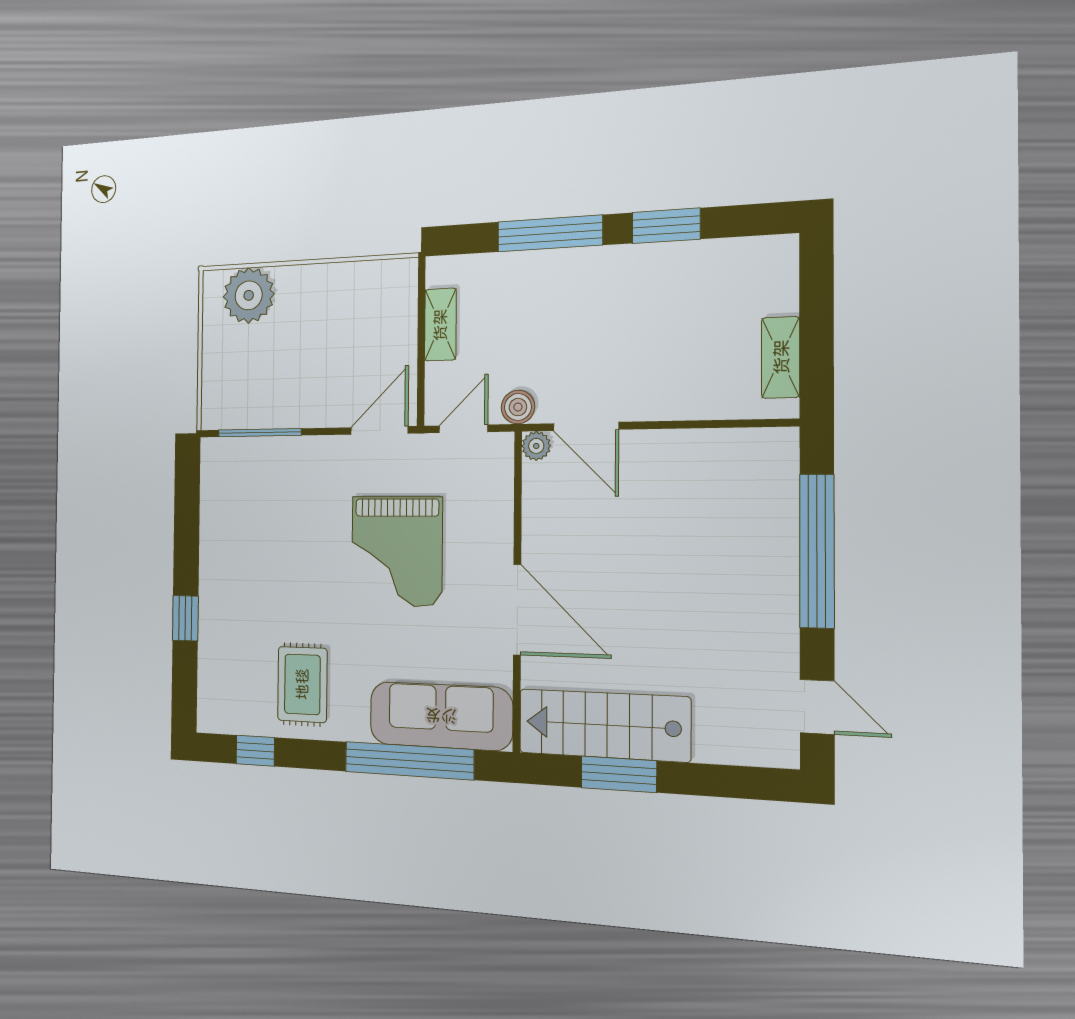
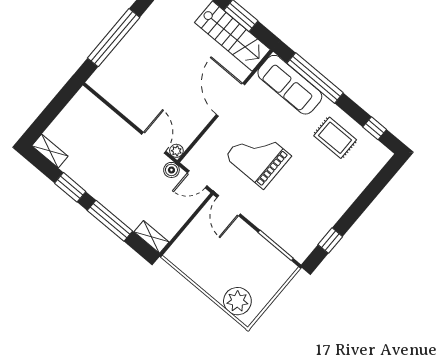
shelving: (440, 325) -> (152, 237), moved, turned 90
shelving: (781, 357) -> (50, 151), moved, turned 90
door: (379, 430) -> (229, 206), hinge flipped
grand piano: (397, 551) -> (258, 156), turned -90
window: (185, 618) -> (330, 241), moved
rug: (302, 684) -> (335, 138), turned 90

